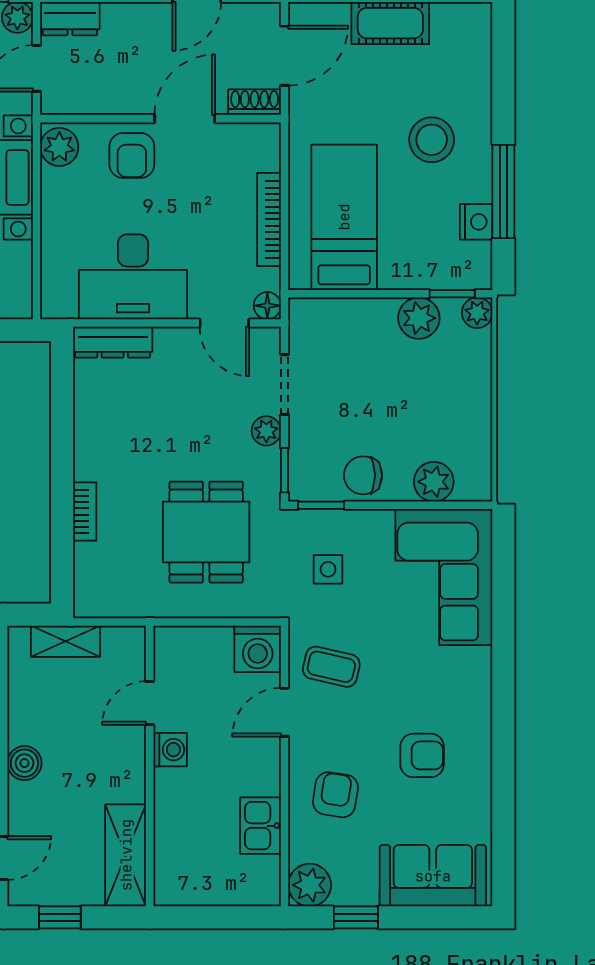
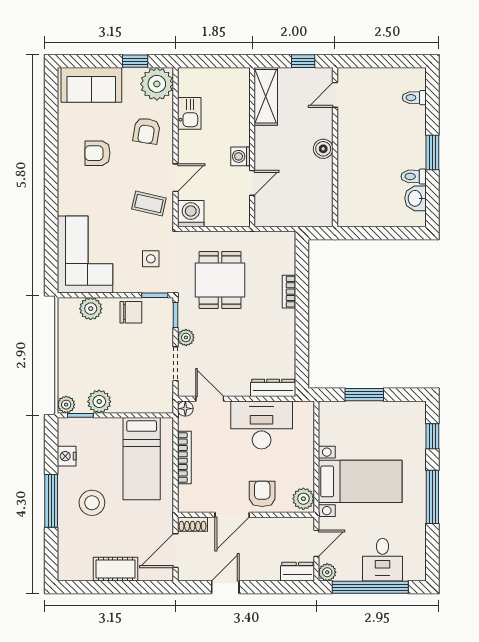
window: (503, 192) -> (51, 501), moved
shelving: (65, 641) -> (300, 218), removed
plant: (310, 885) -> (157, 84), width x1.36, depth x1.36

